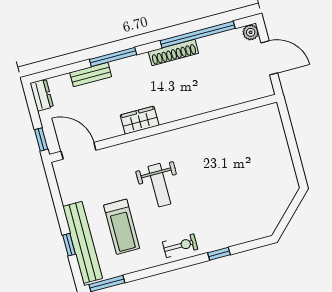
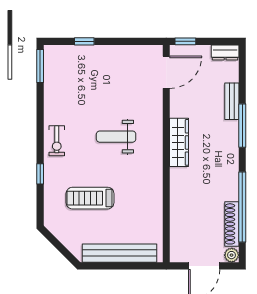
shoe rack: (173, 52) -> (232, 224), moved
wardrobe: (140, 120) -> (179, 142), width x1.50
treadmill: (122, 227) -> (90, 198), moved
bench: (83, 242) -> (119, 253), moved

